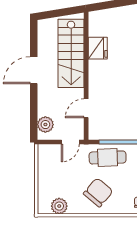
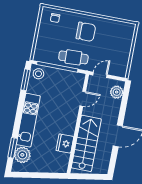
chair: (98, 192) -> (86, 32), turned -130
plant: (59, 206) -> (118, 27), removed

